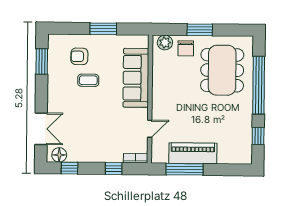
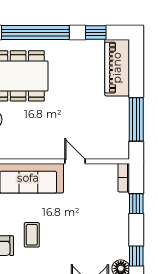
door: (150, 129) -> (75, 161), moved
piano: (193, 153) -> (117, 68), moved

